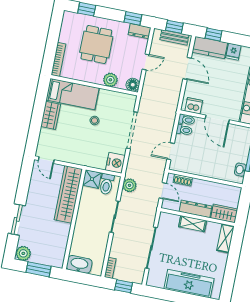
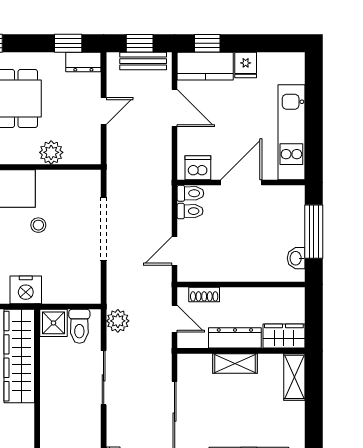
floor lamp: (133, 85) -> (90, 153), removed
door: (217, 119) -> (241, 182), swing flipped
nightstand: (115, 163) -> (26, 290), moved, turned 90

